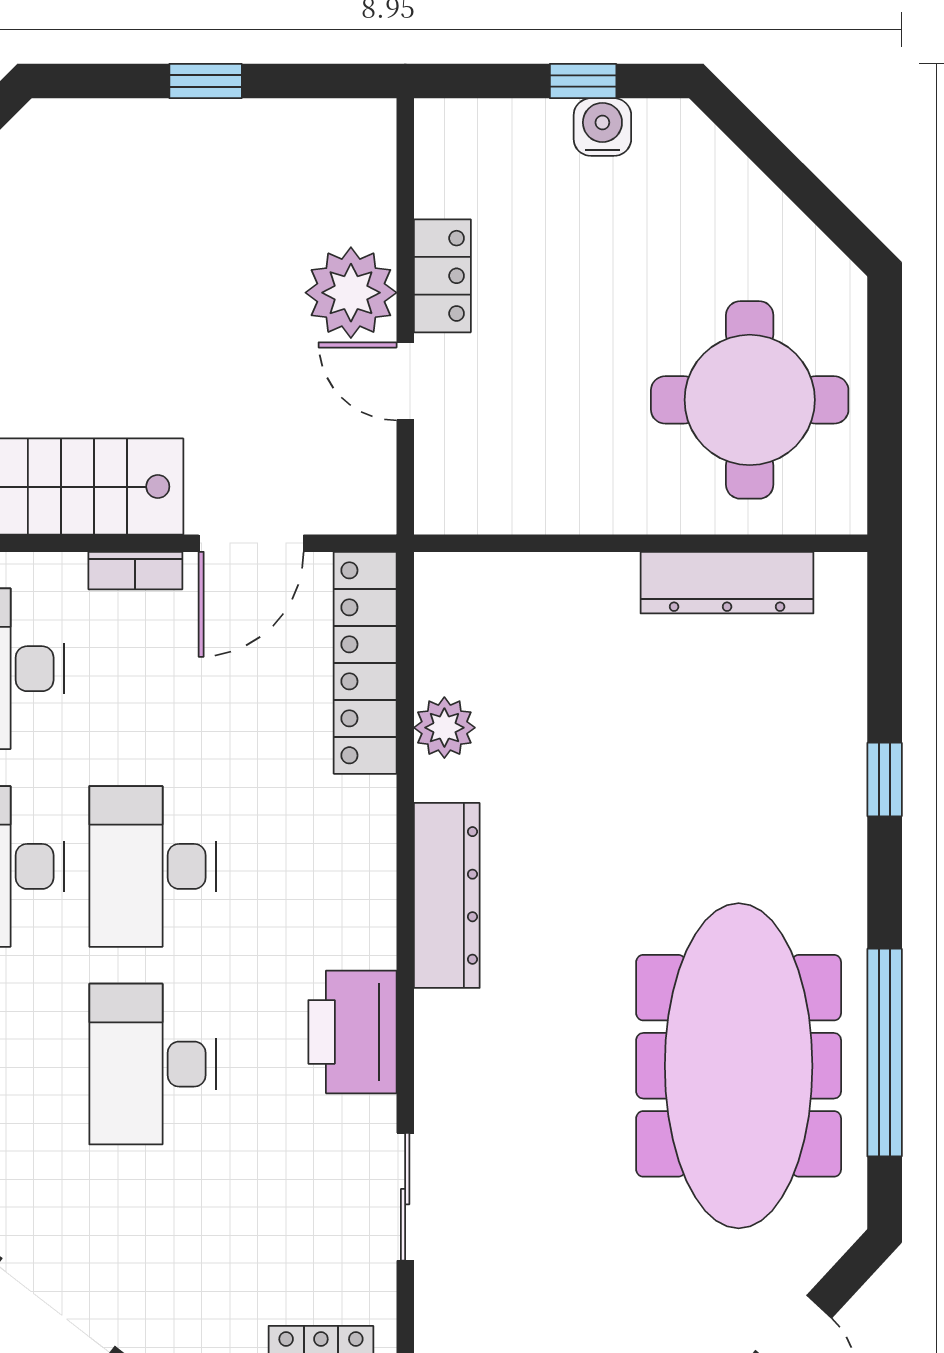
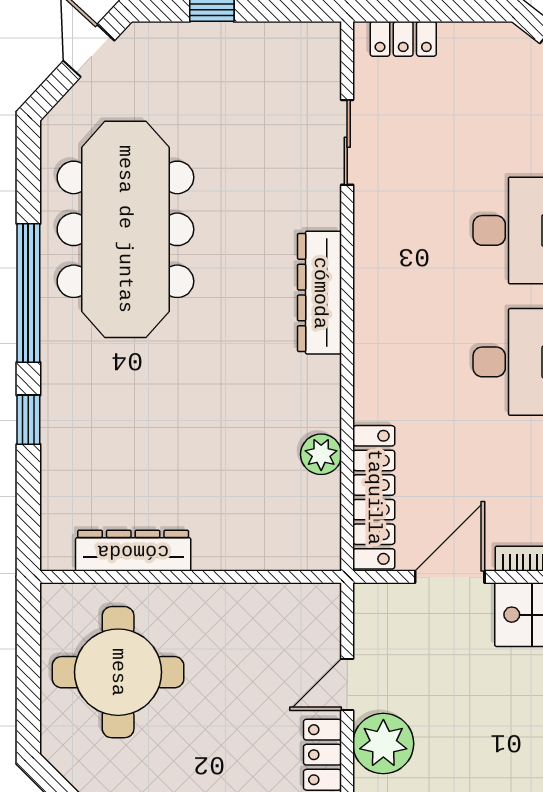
door: (405, 381) -> (347, 685), swing flipped
dresser: (447, 895) -> (320, 293), moved
printer: (352, 1032) -> (382, 252), removed
window: (885, 1053) -> (28, 293), moved

